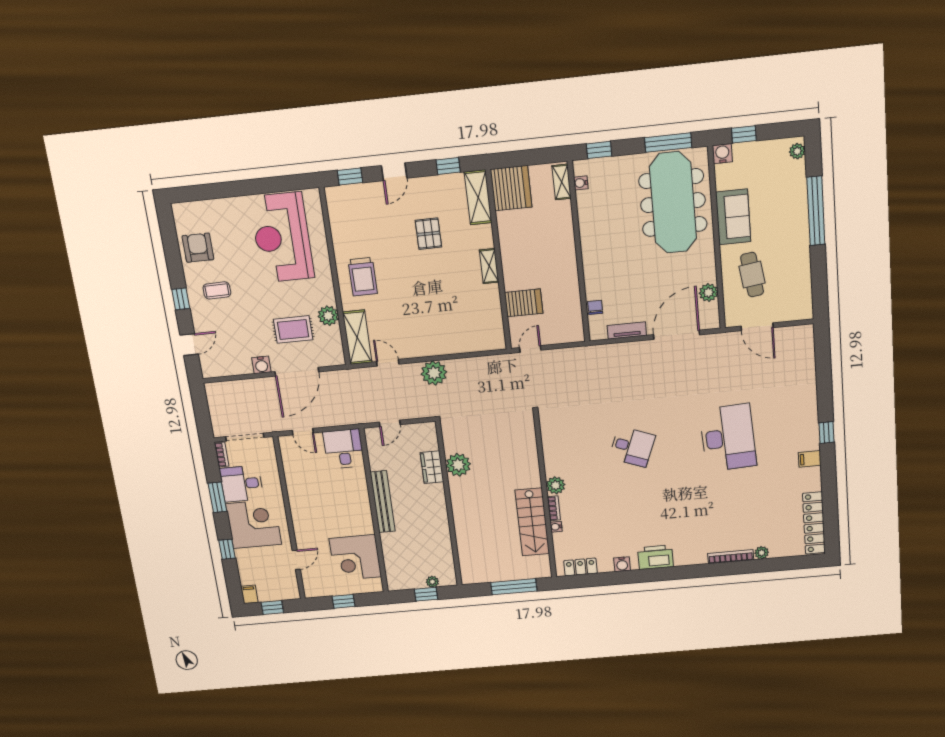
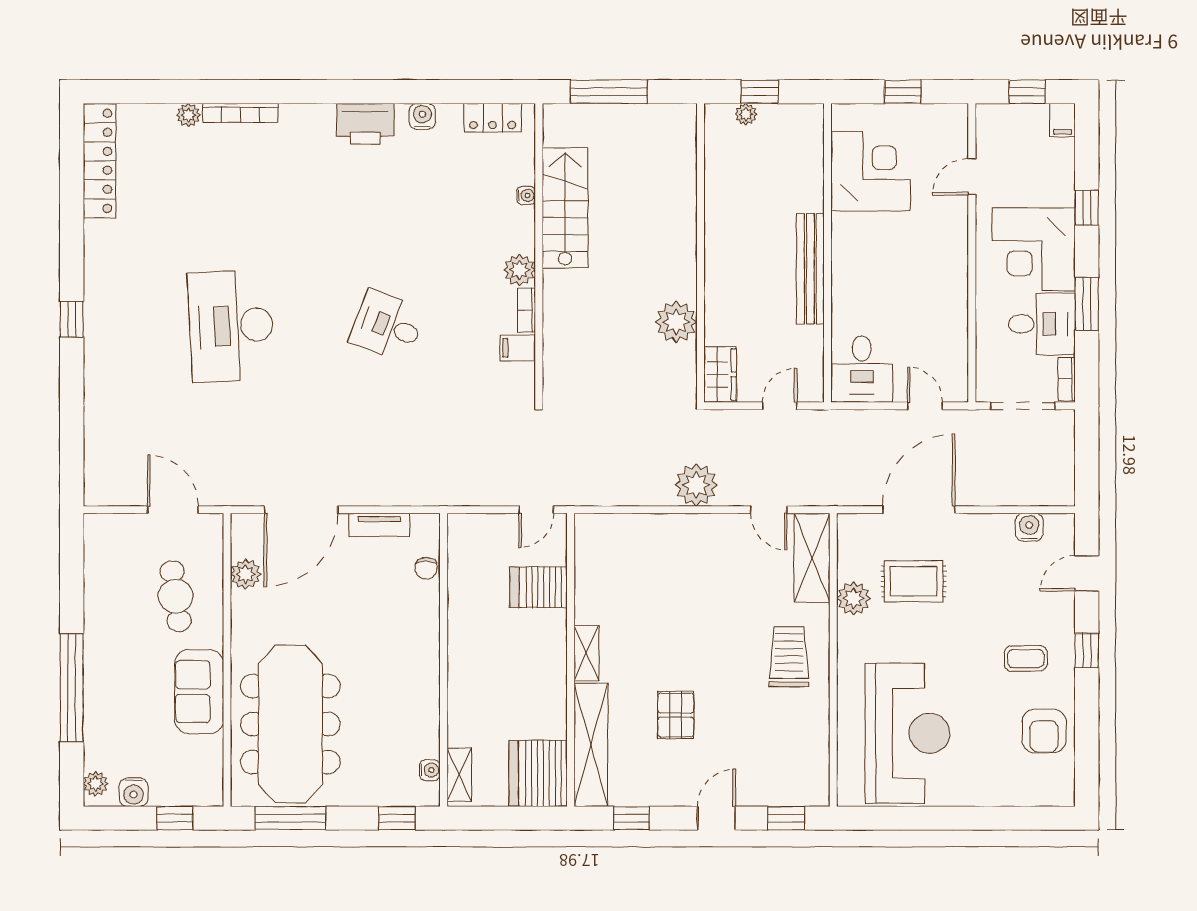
water cooler: (722, 154) -> (134, 792), moved
shelving: (478, 197) -> (591, 745), width x1.47
water cooler: (261, 365) -> (1029, 527), moved
filing cabinet: (810, 459) -> (518, 348), moved, turned 180
wardrobe: (432, 467) -> (720, 374), moved
bookcase: (554, 508) -> (526, 310), moved

